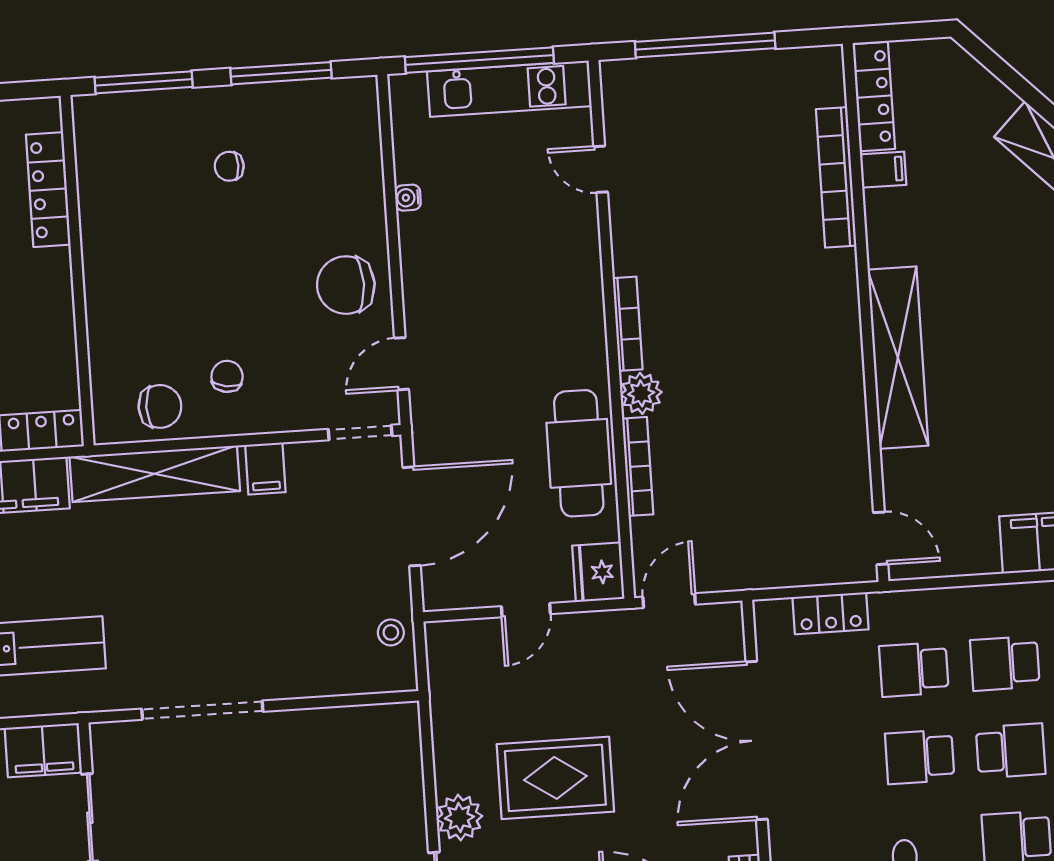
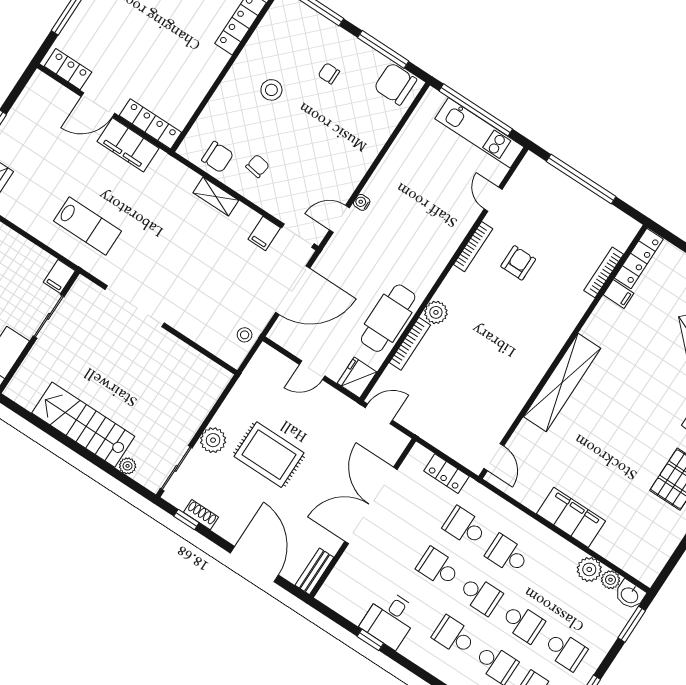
bookcase: (836, 177) -> (604, 272), width x0.68, depth x0.76
water cooler: (408, 198) -> (362, 202), moved
armchair: (706, 233) -> (518, 263), added
stool: (165, 252) -> (271, 90), added
chair: (346, 285) -> (395, 84), moved
bookcase: (628, 324) -> (473, 247), moved
filing cabinet: (265, 469) -> (264, 233), moved
shelving: (155, 474) -> (216, 197), width x0.45, depth x0.75
filing cabinet: (43, 750) -> (59, 277), width x0.50

